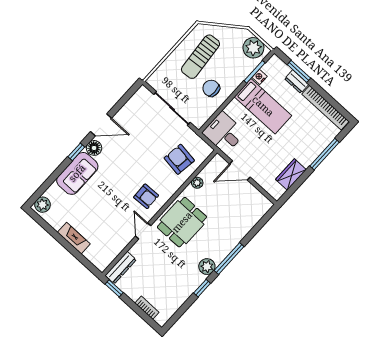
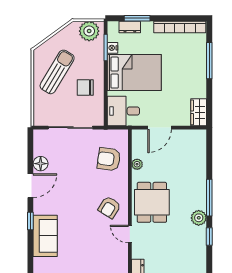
sun lounger: (201, 57) -> (57, 72), turned -144
dresser: (297, 82) -> (130, 27), moved
bed: (263, 106) -> (134, 73), width x1.50
floor lamp: (94, 148) -> (41, 164), moved
wardrobe: (291, 174) -> (199, 112), moved
armchair: (146, 196) -> (109, 207), turned 124

